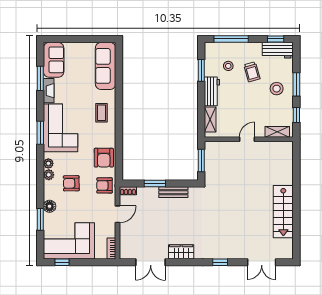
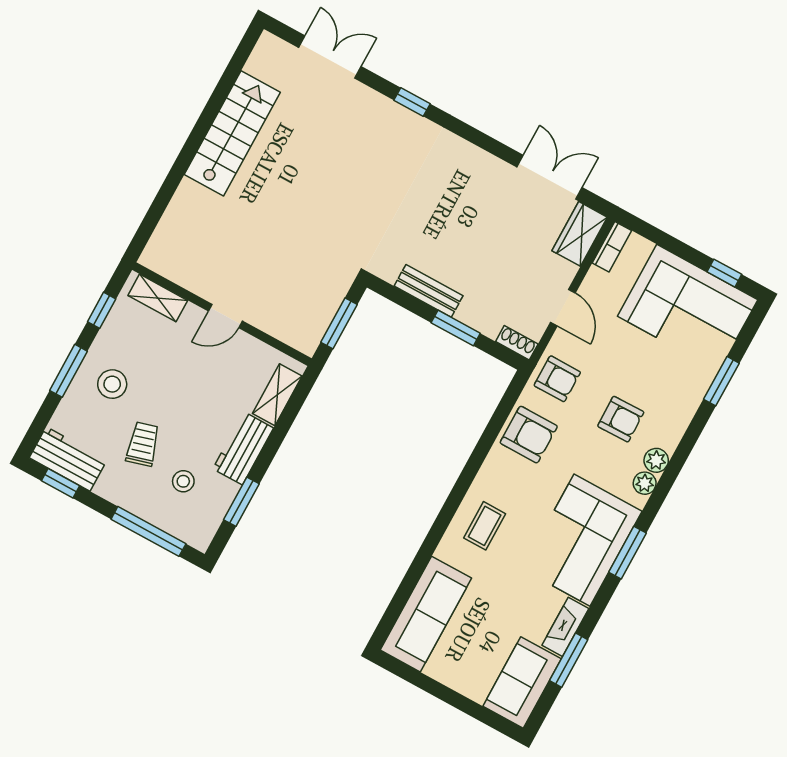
armchair: (104, 158) -> (529, 435), turned 90
floor lamp: (50, 206) -> (689, 397), removed
door: (118, 214) -> (563, 308), swing flipped
wardrobe: (181, 252) -> (580, 234), moved, turned 90

